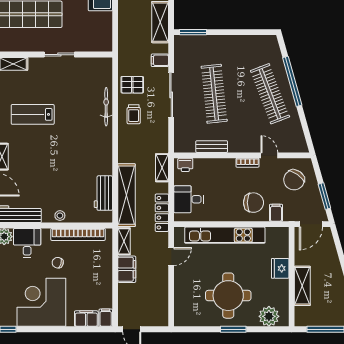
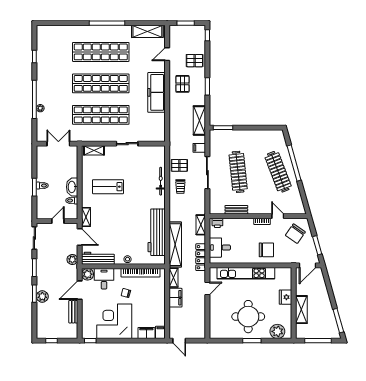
workbench: (103, 193) -> (157, 232), width x1.87, depth x1.32
filing cabinet: (276, 213) -> (282, 257), removed

